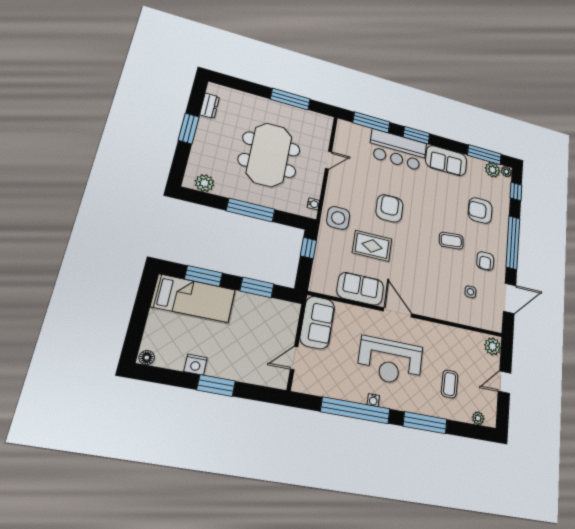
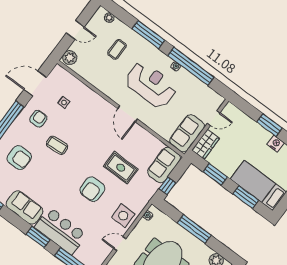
side table: (338, 218) -> (123, 216), moved
sofa: (360, 289) -> (164, 165), moved, turned 90
wardrobe: (288, 320) -> (206, 144), added

